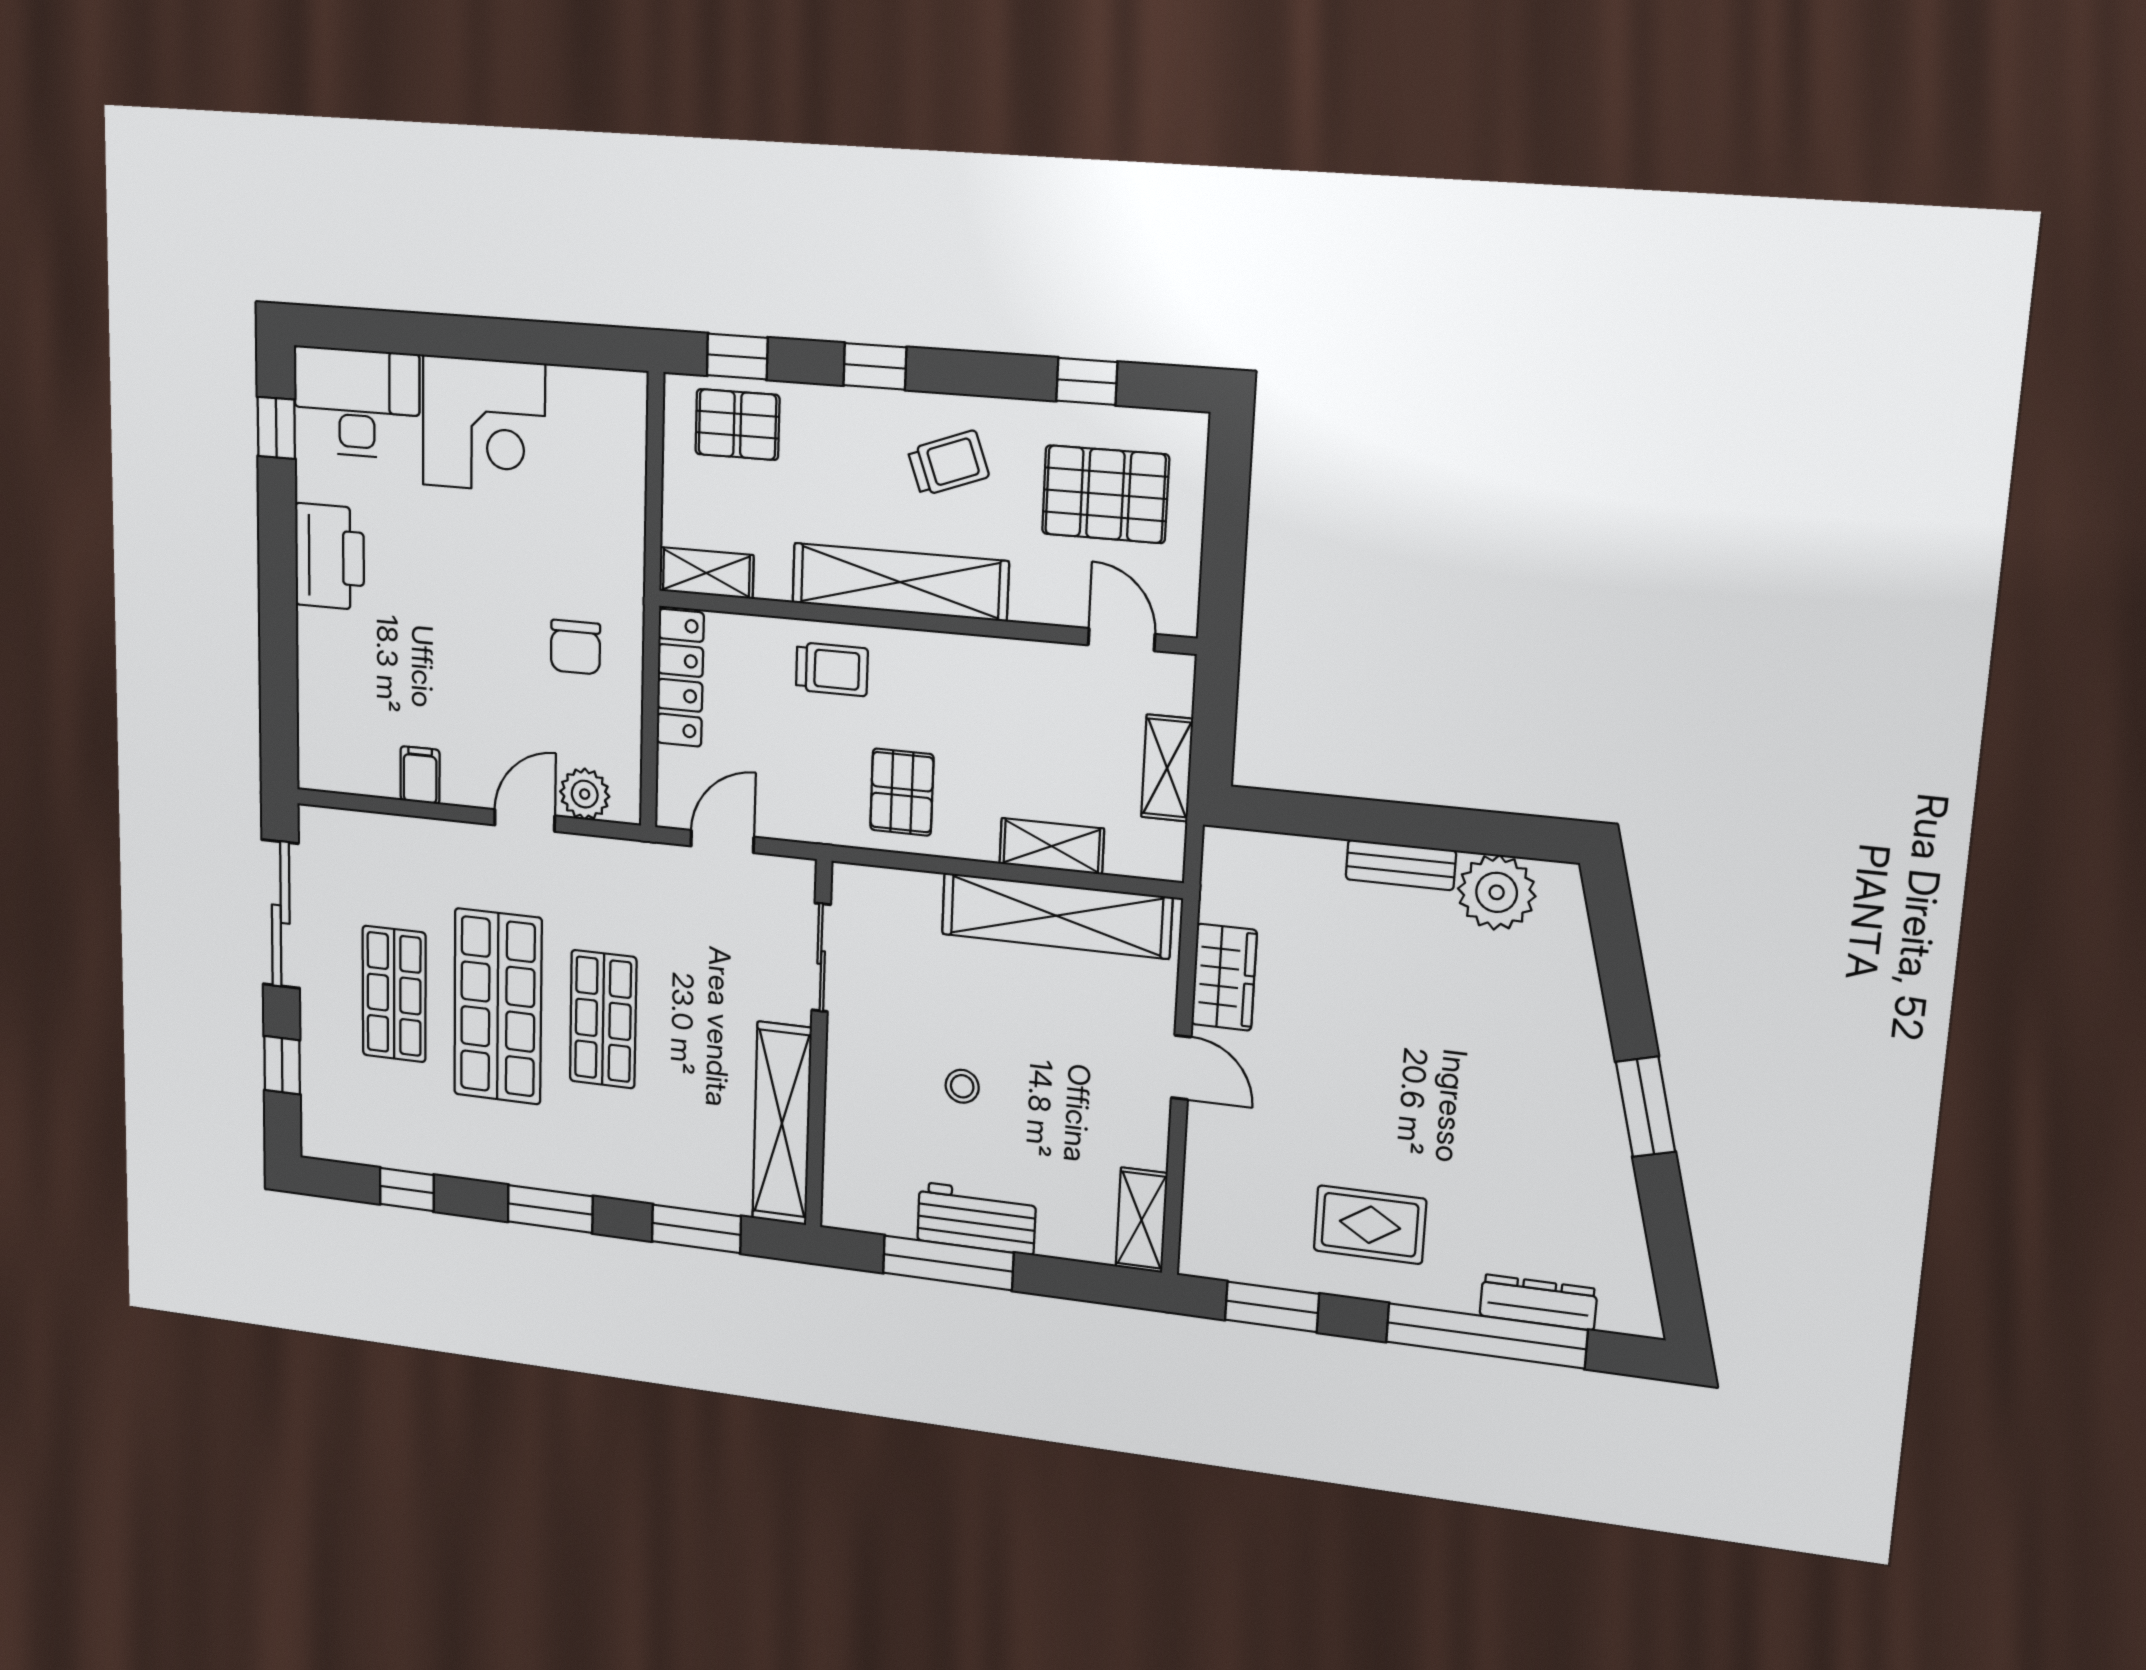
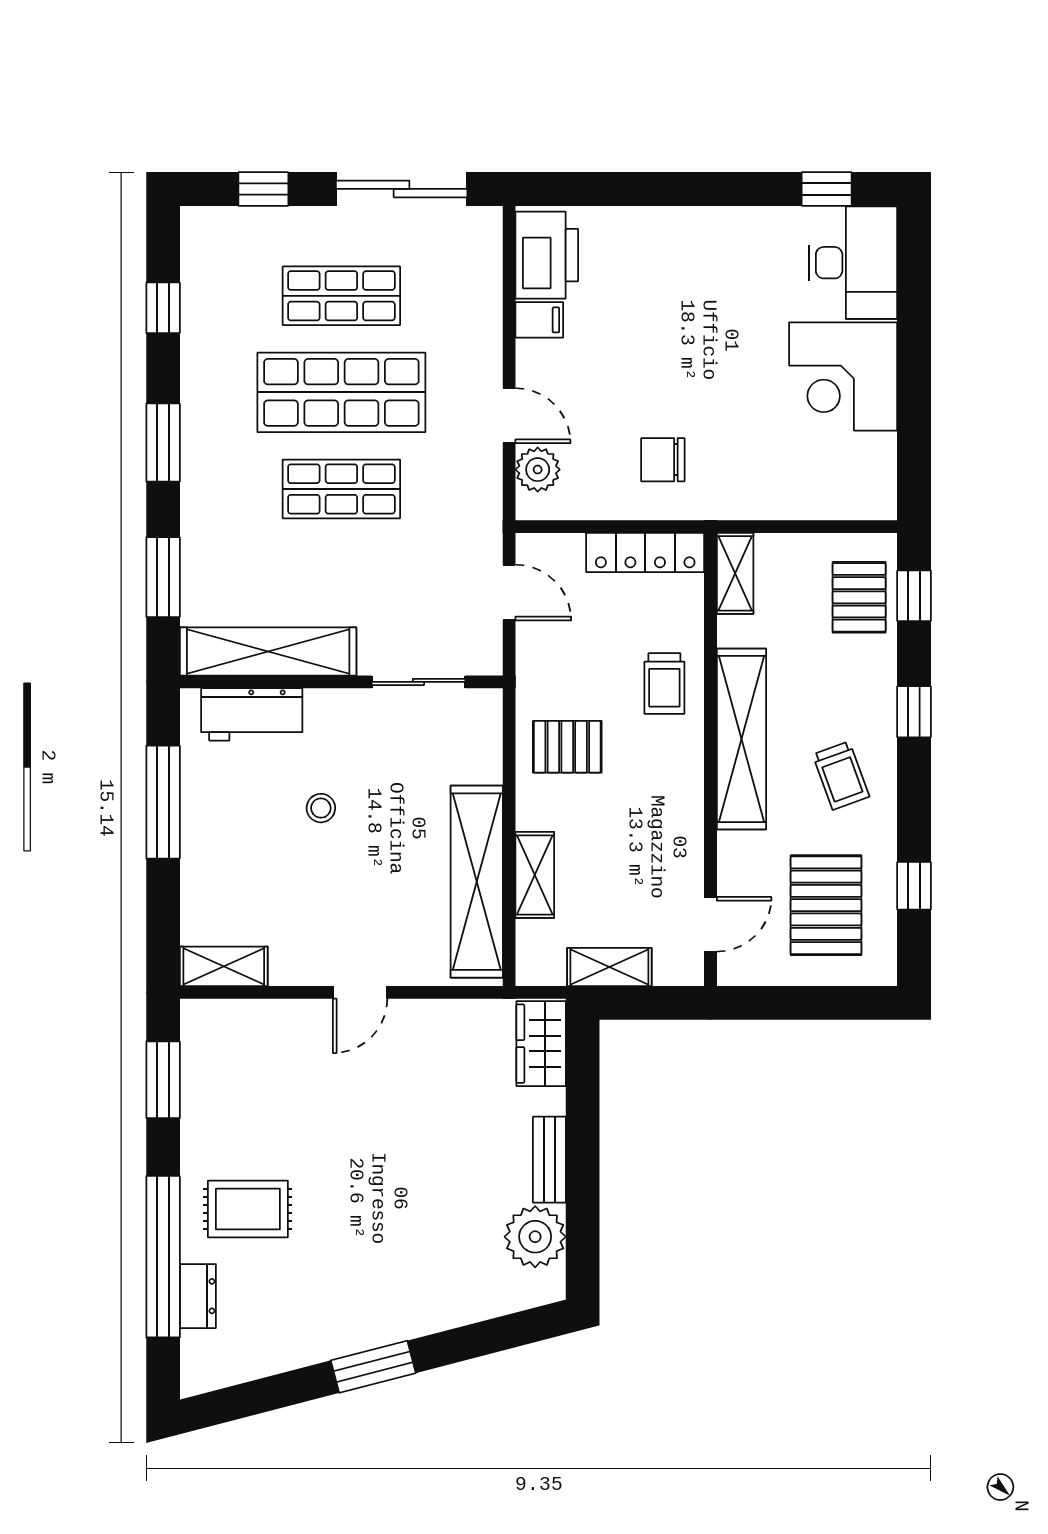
printer: (330, 557) -> (547, 255), moved, turned -90
wardrobe: (1224, 977) -> (541, 1044), moved, turned 90
workbench: (976, 1219) -> (252, 714), moved, turned 90
rug: (1370, 1225) -> (248, 1209), moved, turned 90
dresser: (1538, 1302) -> (198, 1296), width x0.70

